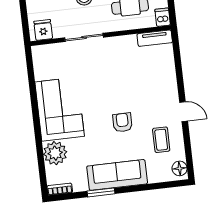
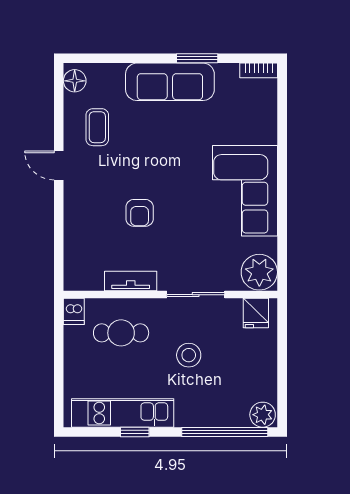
tv unit: (155, 38) -> (131, 281), moved
armchair: (122, 122) -> (140, 213), moved
plant: (55, 153) -> (259, 272), moved

